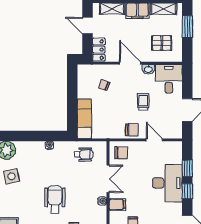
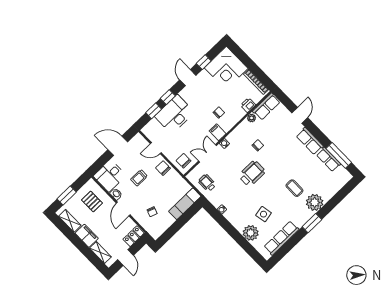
door: (154, 140) -> (156, 148), hinge flipped
wheelchair: (55, 200) -> (252, 174), turned 180

